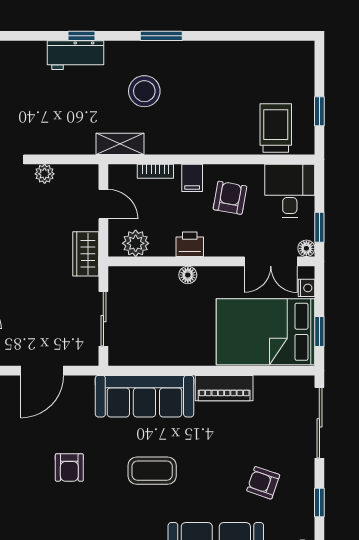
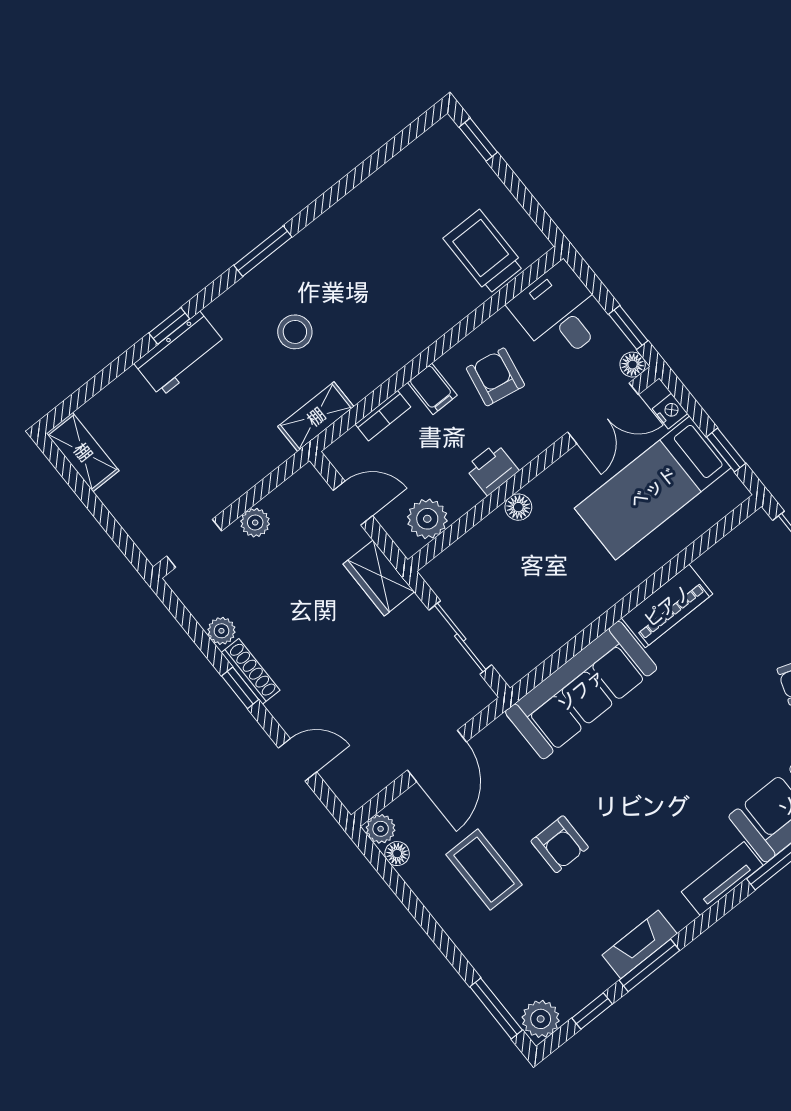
stool: (144, 91) -> (295, 332), width x0.73, depth x0.73
window: (319, 111) -> (478, 140), moved
bed: (266, 332) -> (653, 488), width x0.67
coffee table: (152, 471) -> (484, 870), moved, turned 90

